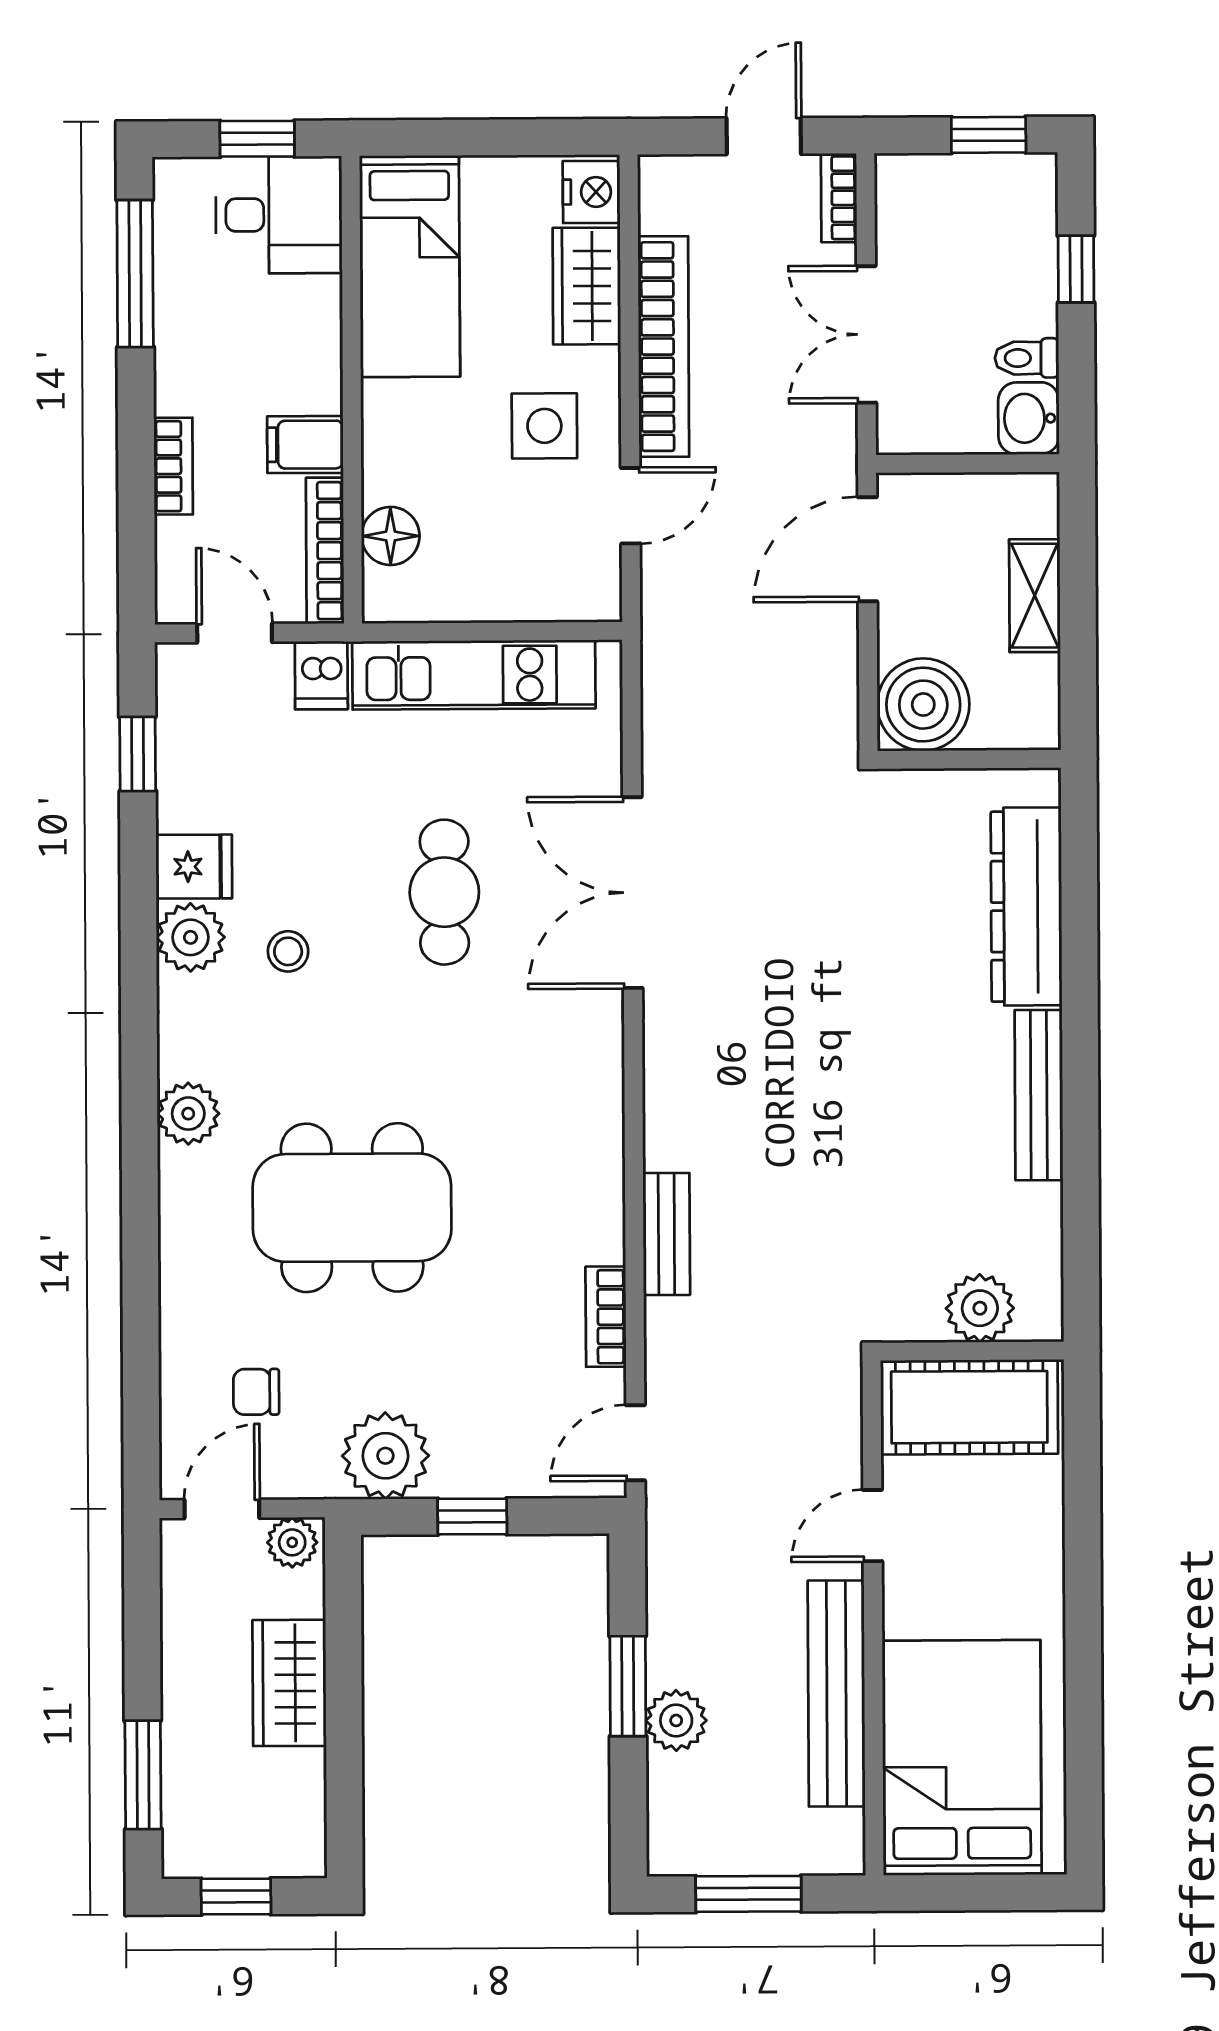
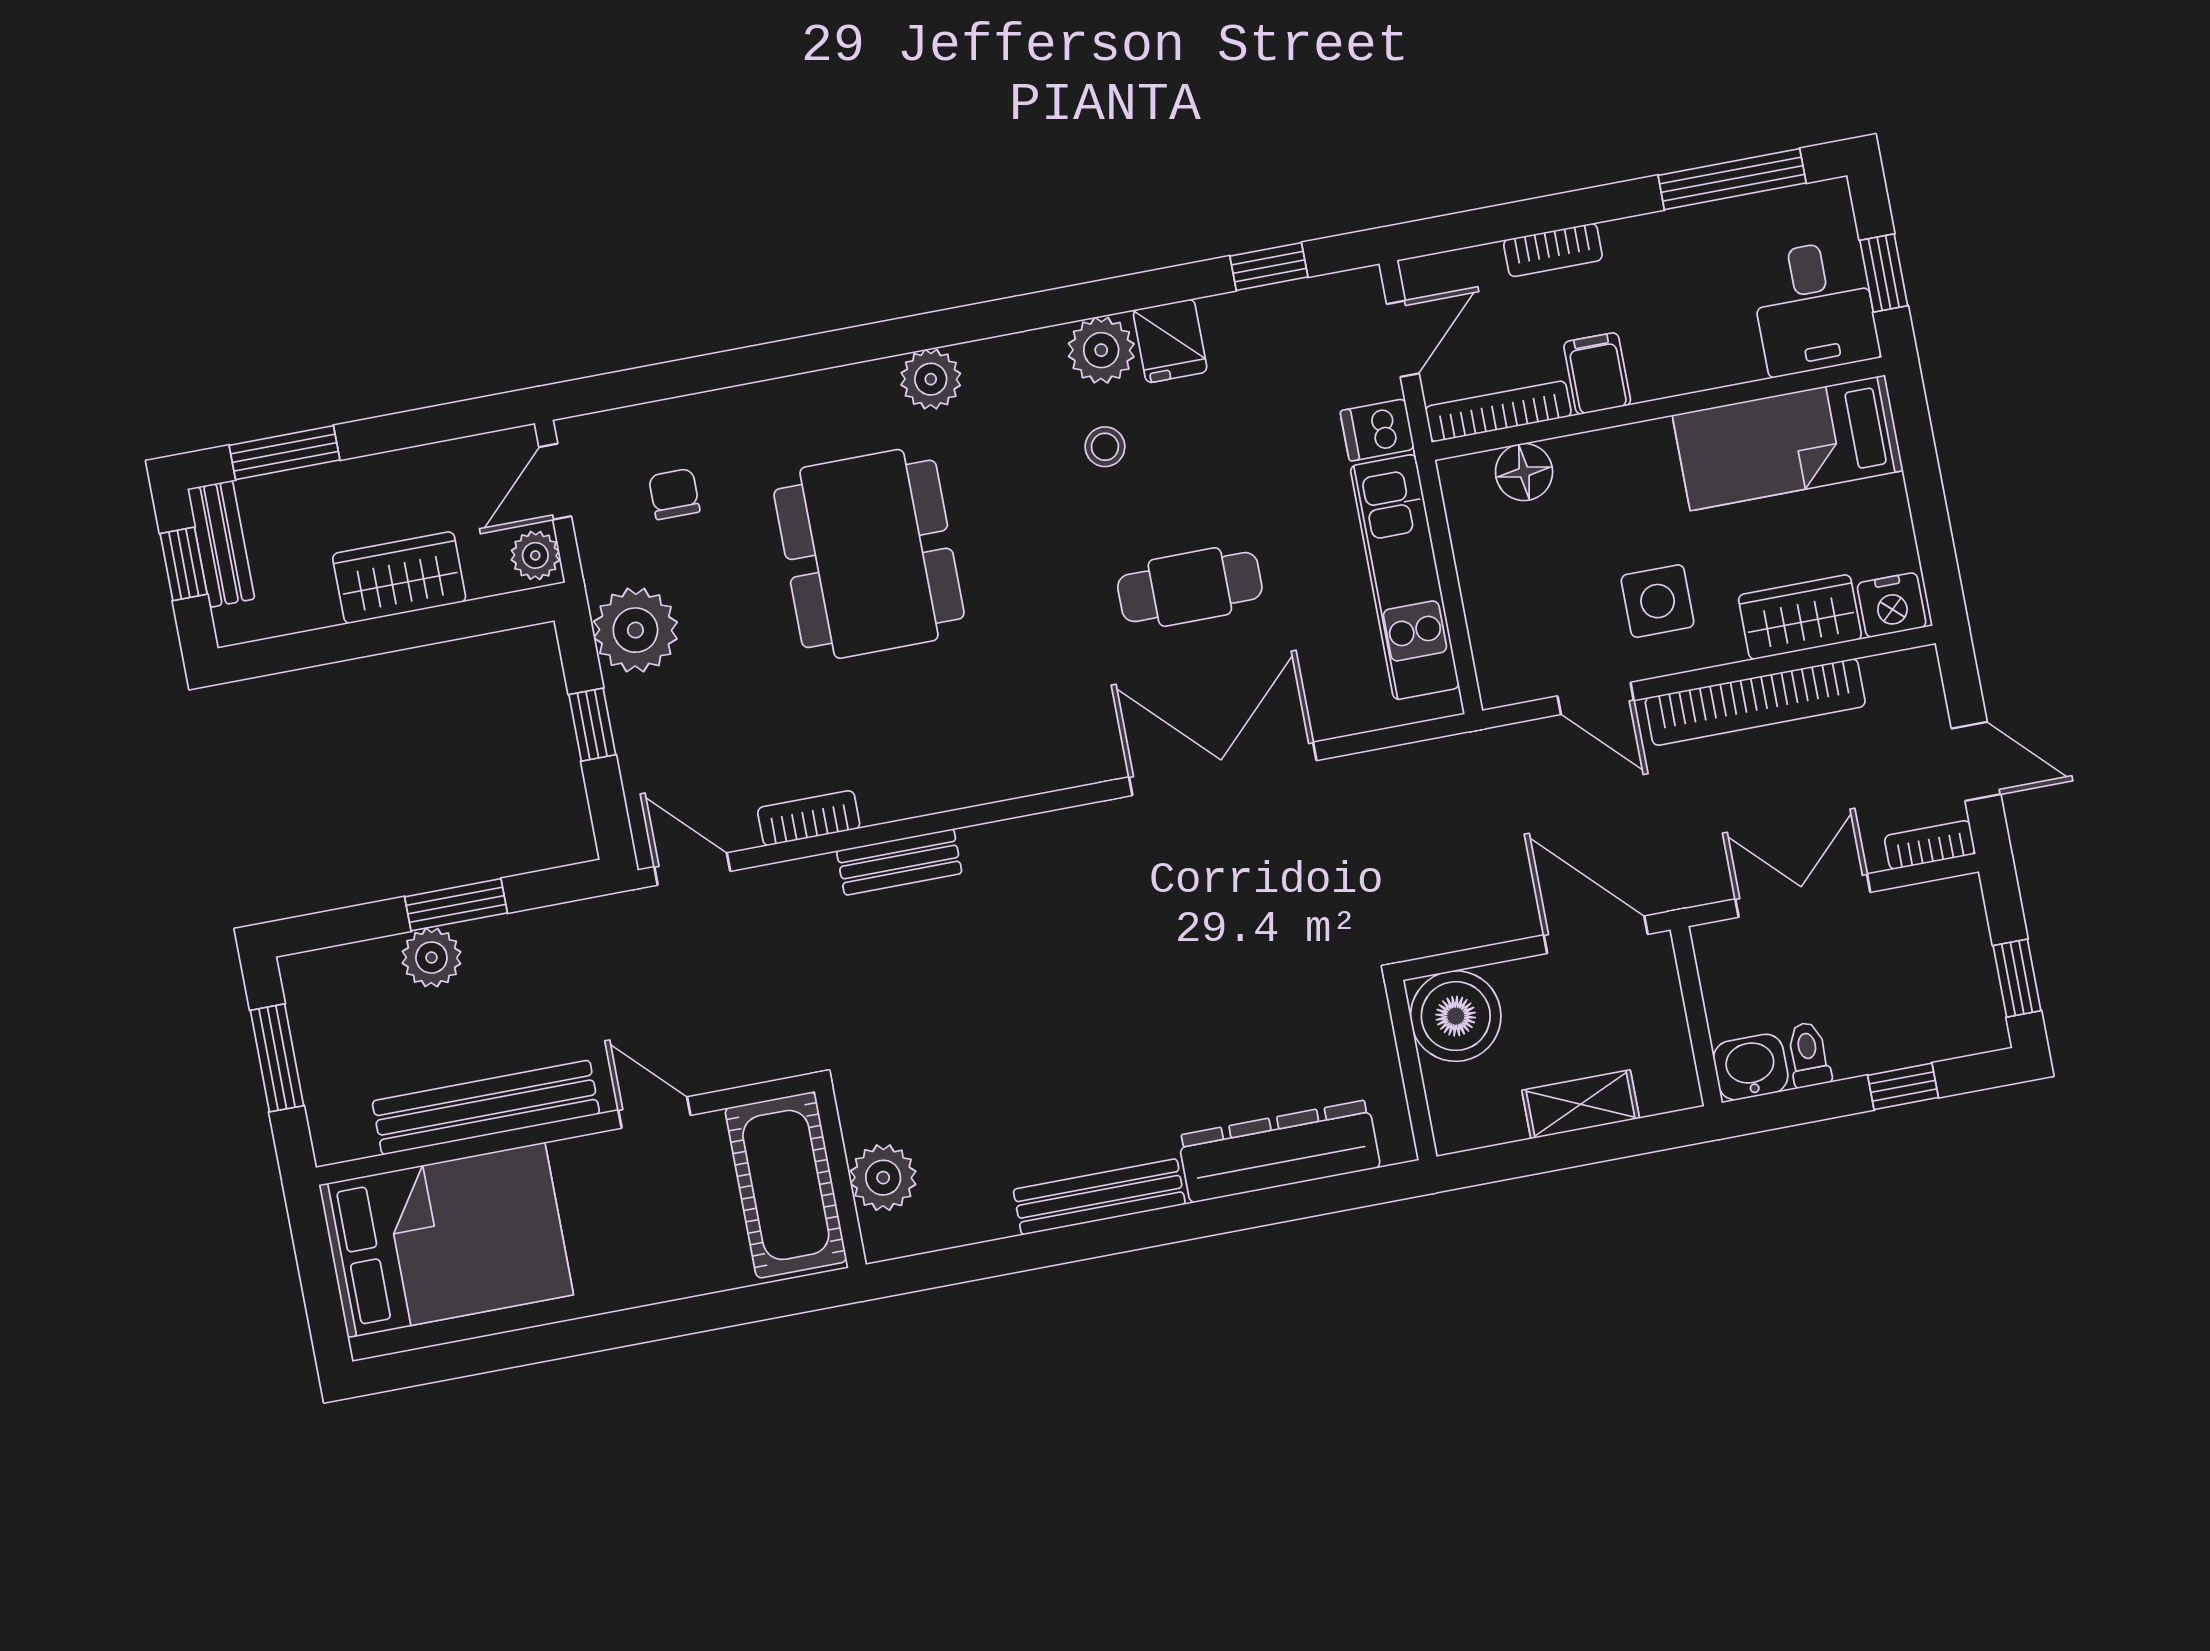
door: (222, 1509) -> (555, 482), swing flipped
bench: (223, 1855) -> (221, 544), added

